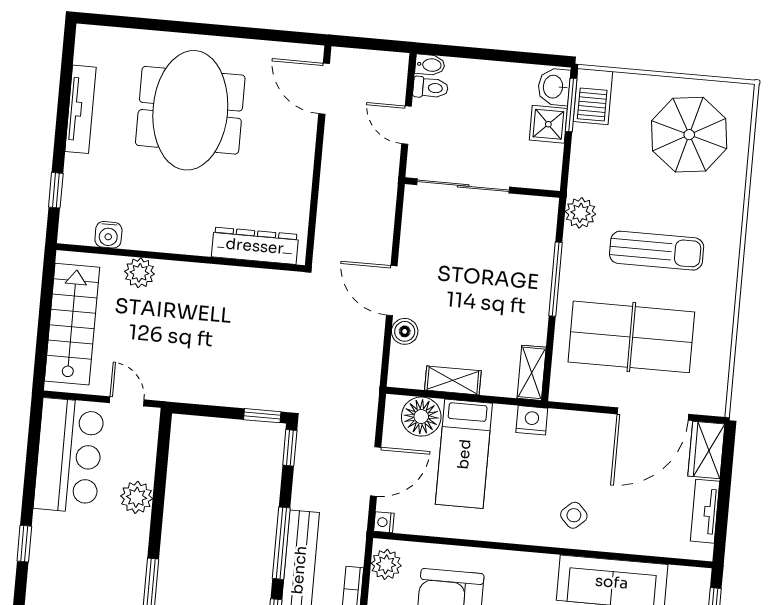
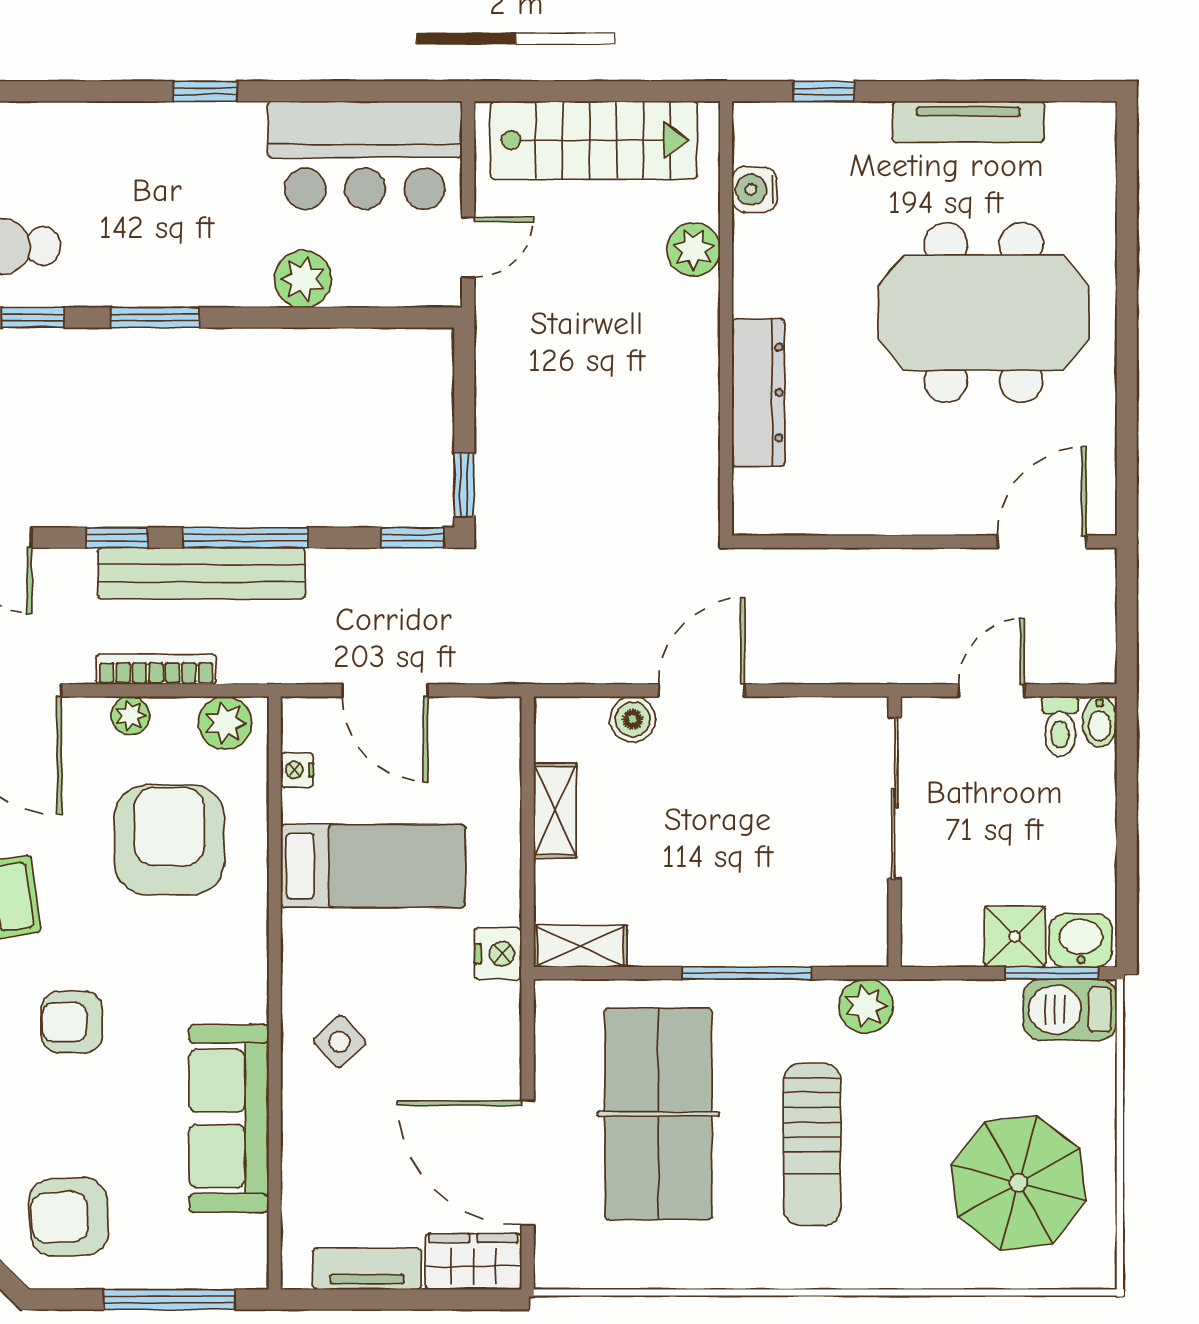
dresser: (255, 246) -> (758, 393), moved
floor lamp: (421, 417) -> (487, 761), removed
bed: (464, 454) -> (373, 866), moved, turned 180
nightstand: (384, 522) -> (297, 770), moved, turned -90

